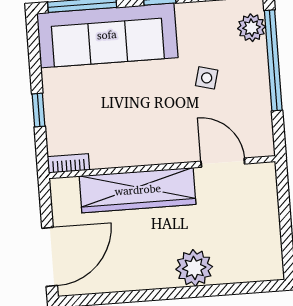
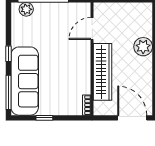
side table: (207, 78) -> (49, 33), removed
window: (39, 110) -> (44, 118), moved

